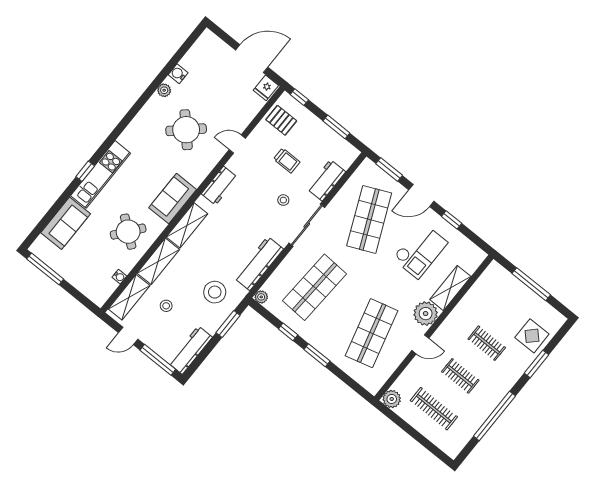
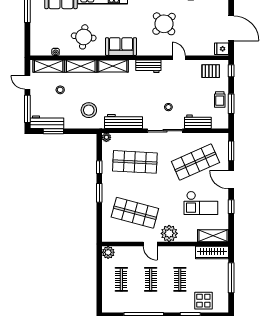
pallet: (281, 120) -> (211, 71), turned 90
trolley: (287, 161) -> (220, 100), moved
round table: (128, 232) -> (84, 37), turned -31
wardrobe: (486, 283) -> (212, 253), added
shelving: (450, 288) -> (213, 236), moved
window: (228, 324) -> (53, 131), moved
shop shelf: (371, 333) -> (135, 213), turned 30
clothes rail: (434, 409) -> (121, 279), width x0.73

